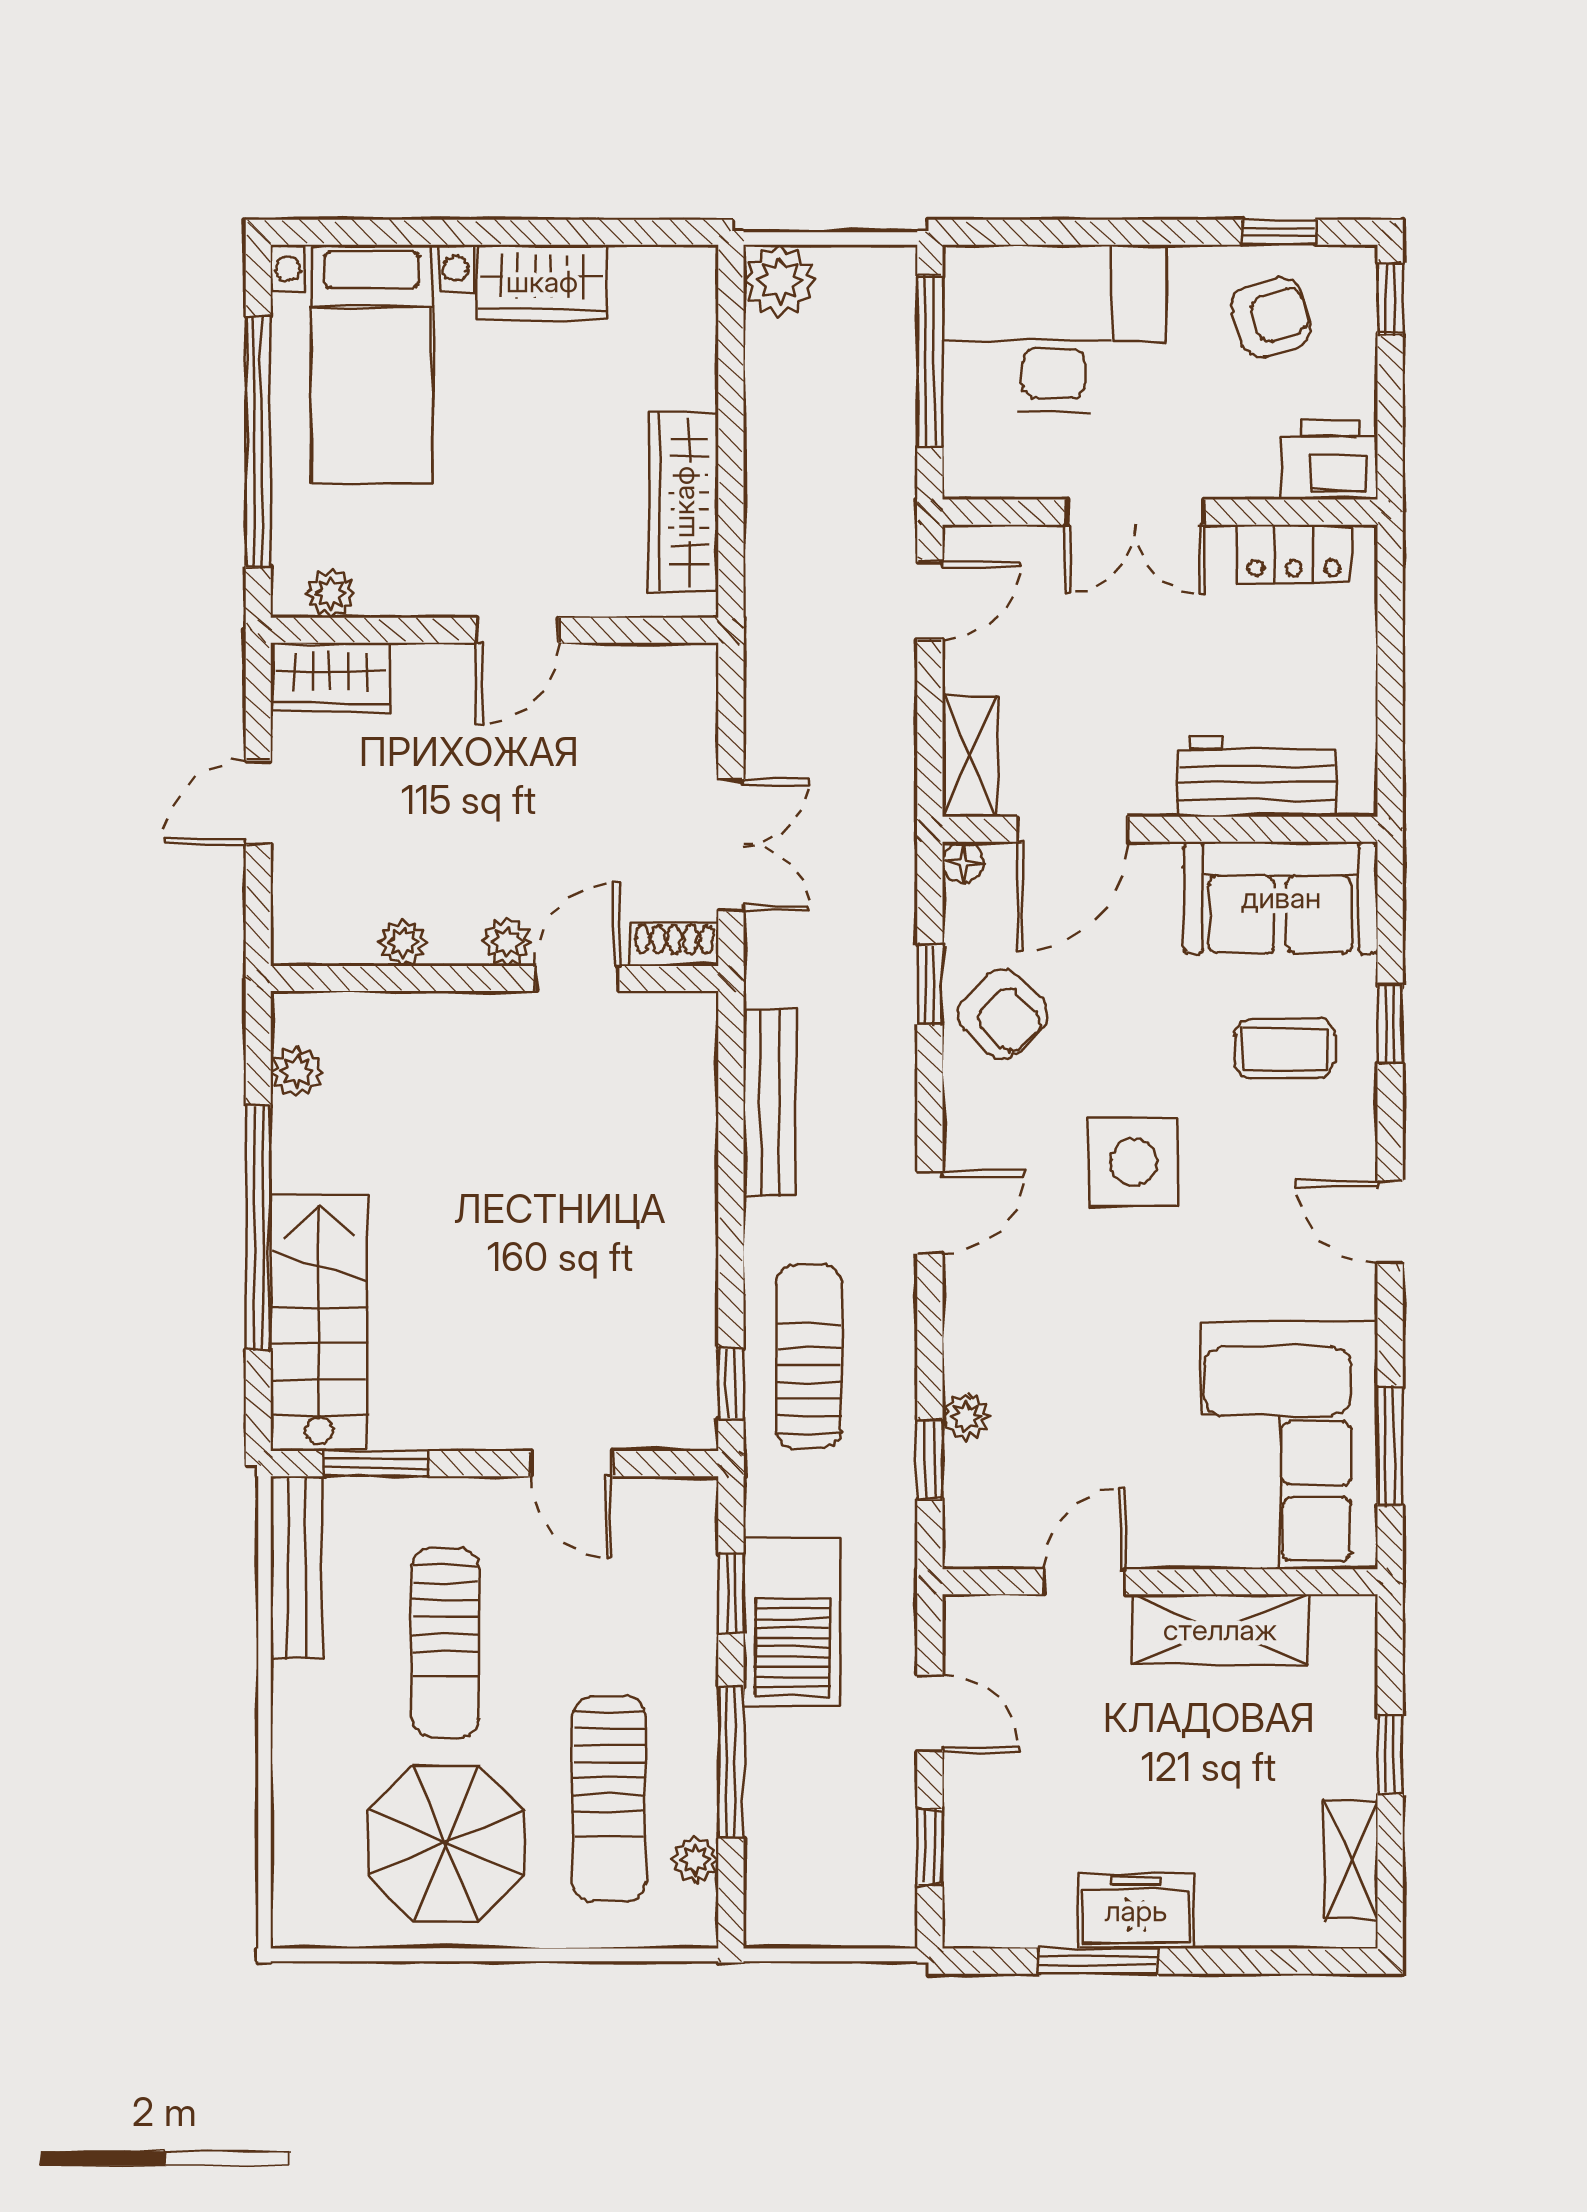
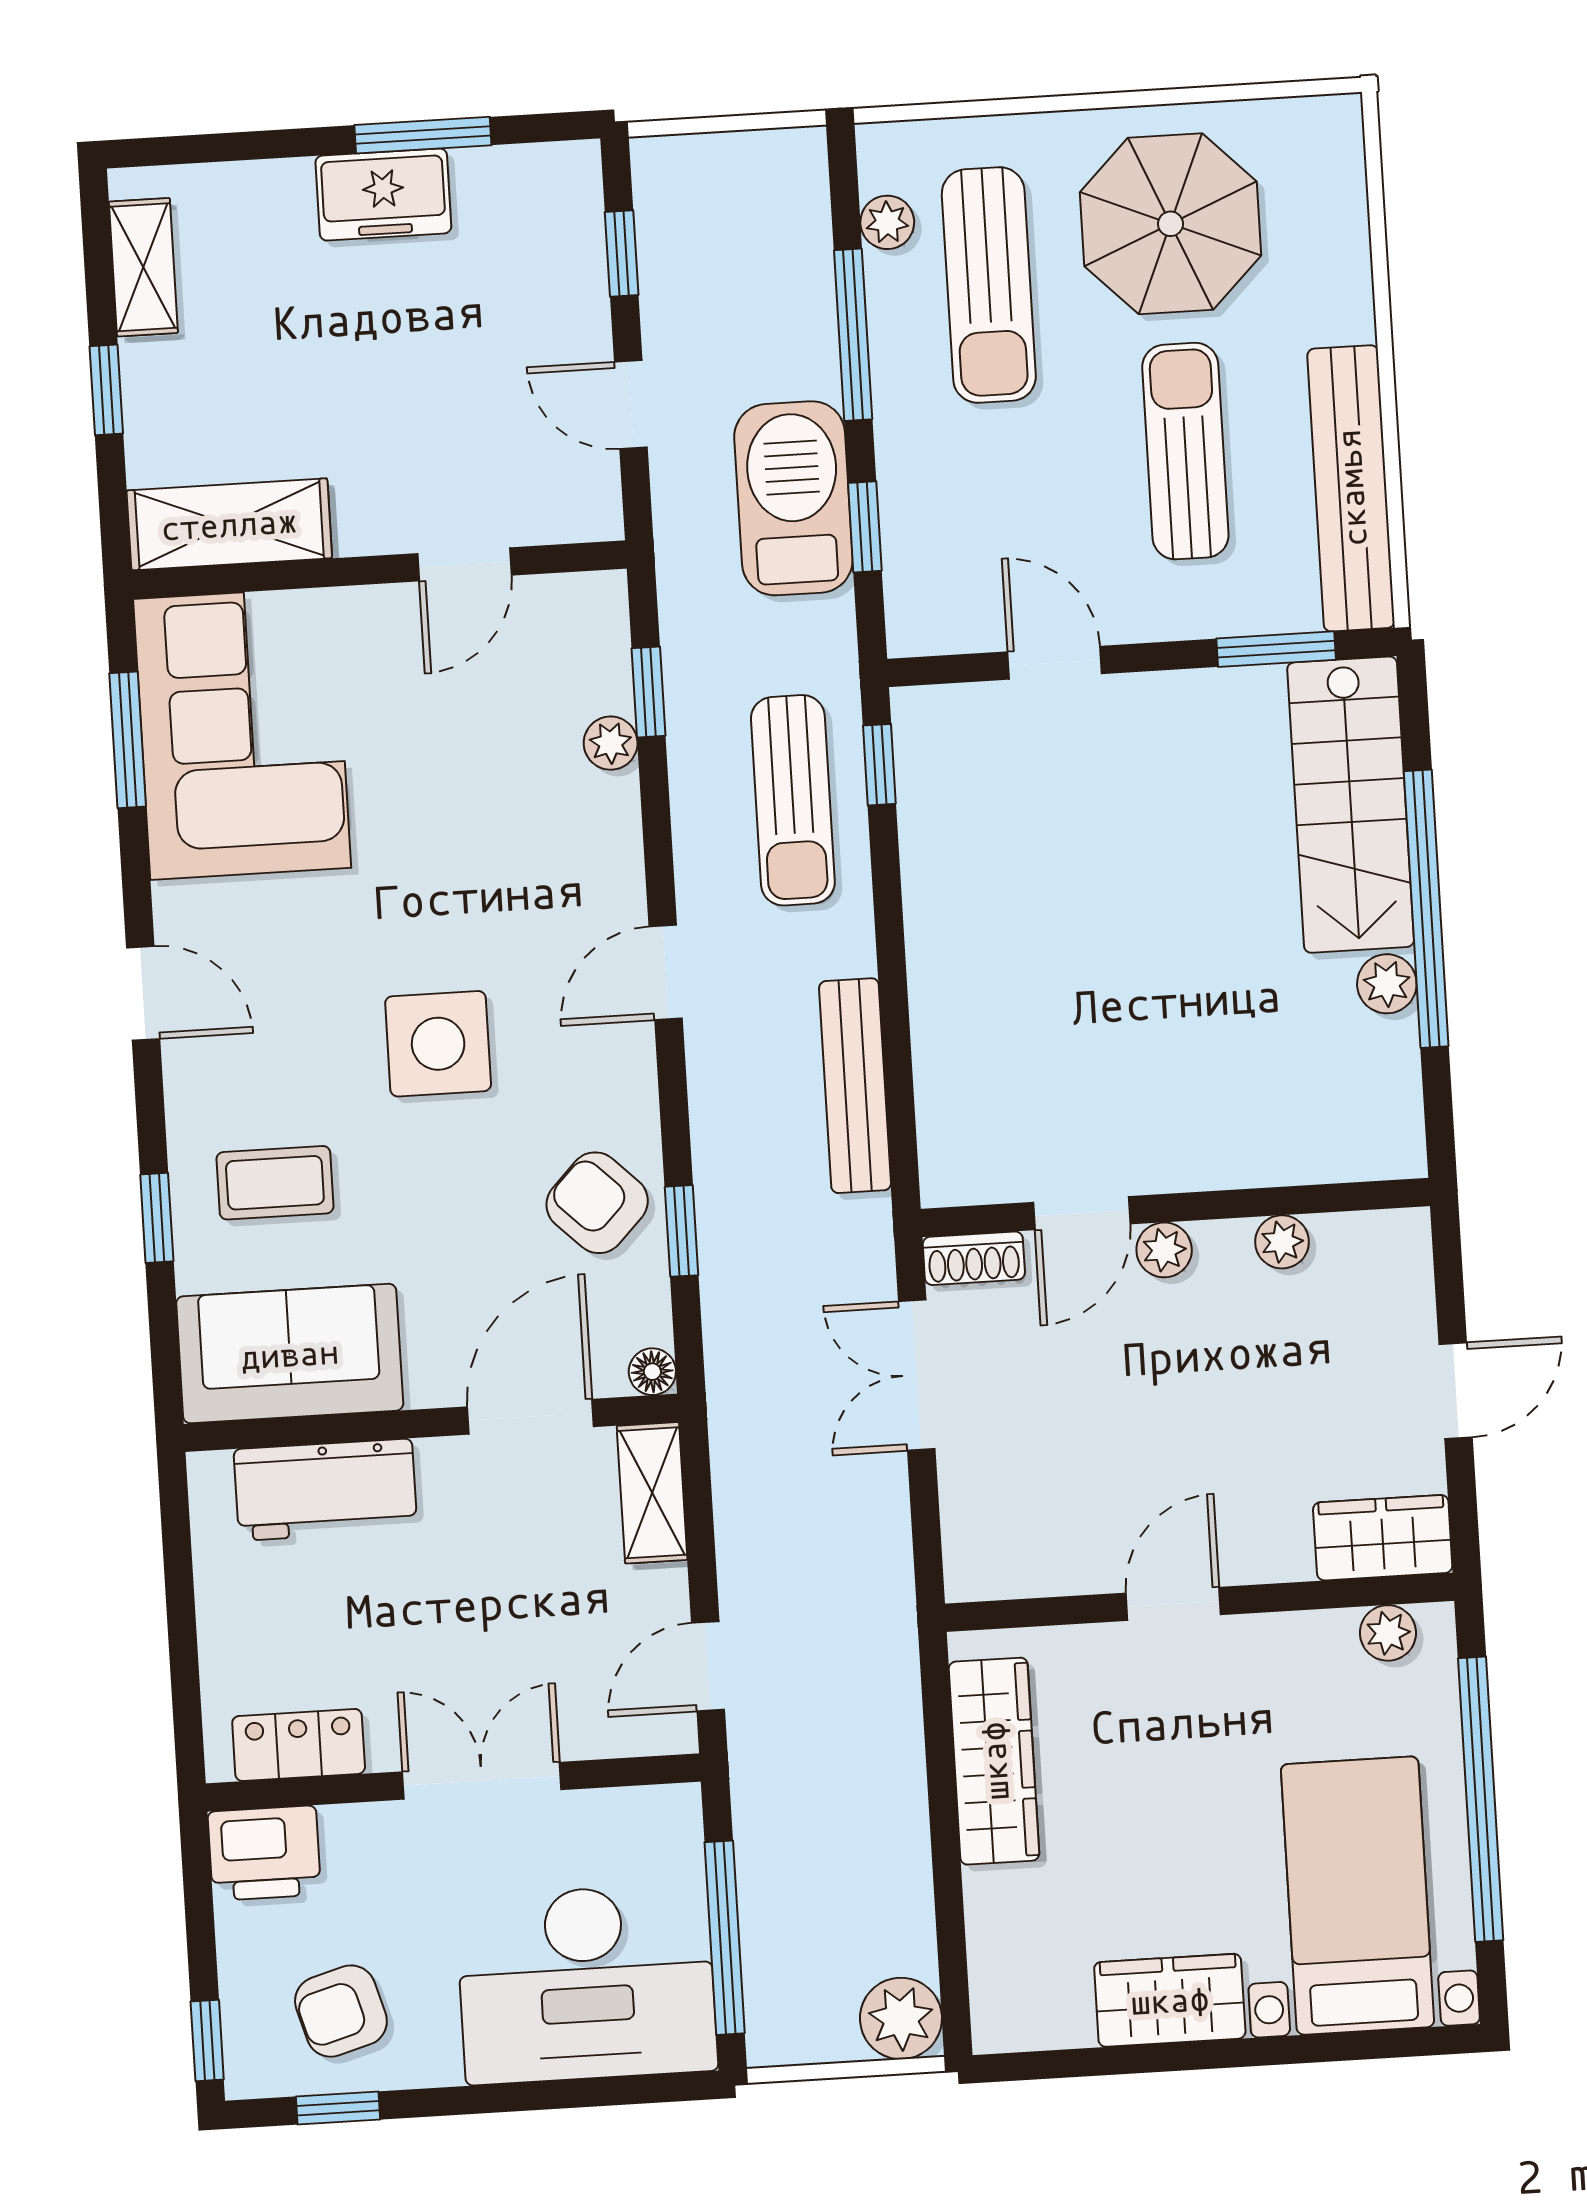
plant: (297, 1071) -> (1387, 984), moved
bench: (296, 1567) -> (1351, 488), width x1.37, depth x1.21
shelving: (1220, 1630) -> (229, 524), moved
sun lounger: (609, 1799) -> (989, 285), turned 180

